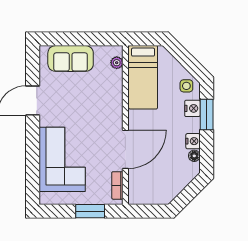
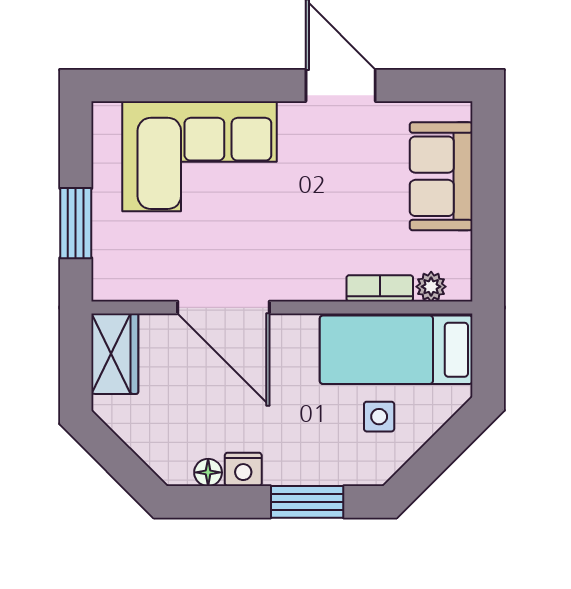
side table: (186, 86) -> (379, 417), moved
nightstand: (192, 108) -> (322, 468), removed
bookcase: (117, 185) -> (380, 288), moved
wardrobe: (145, 195) -> (115, 354), added

